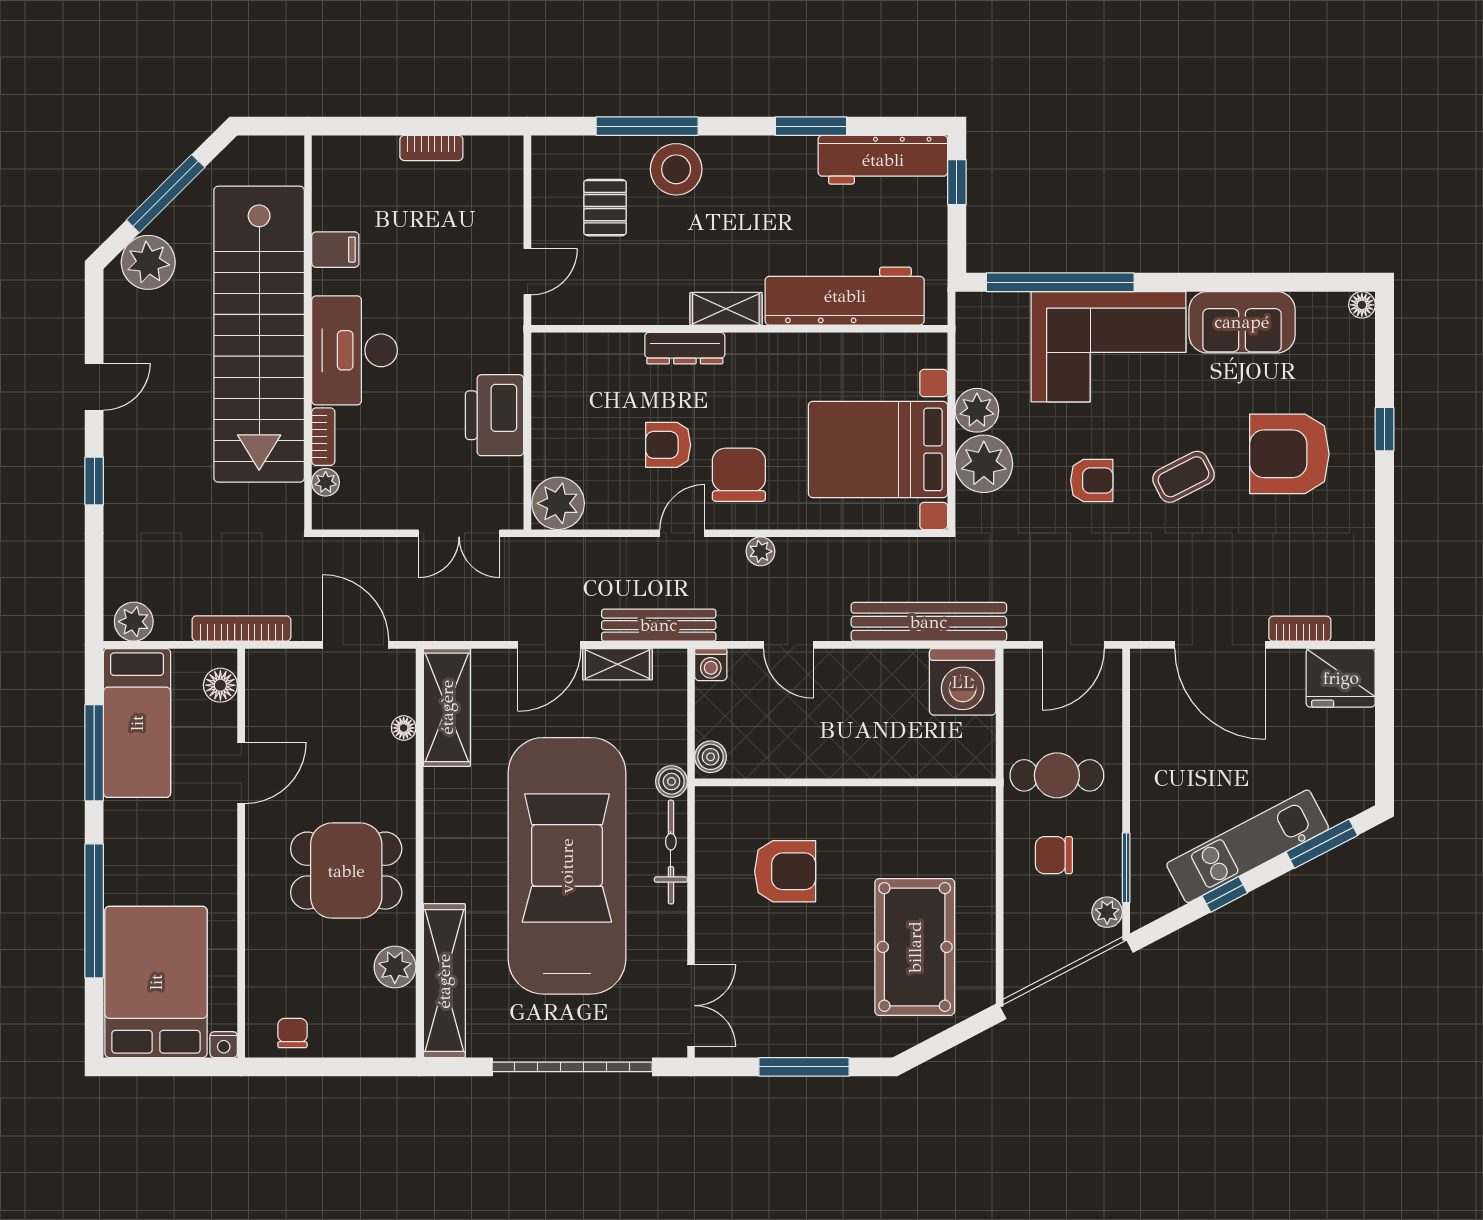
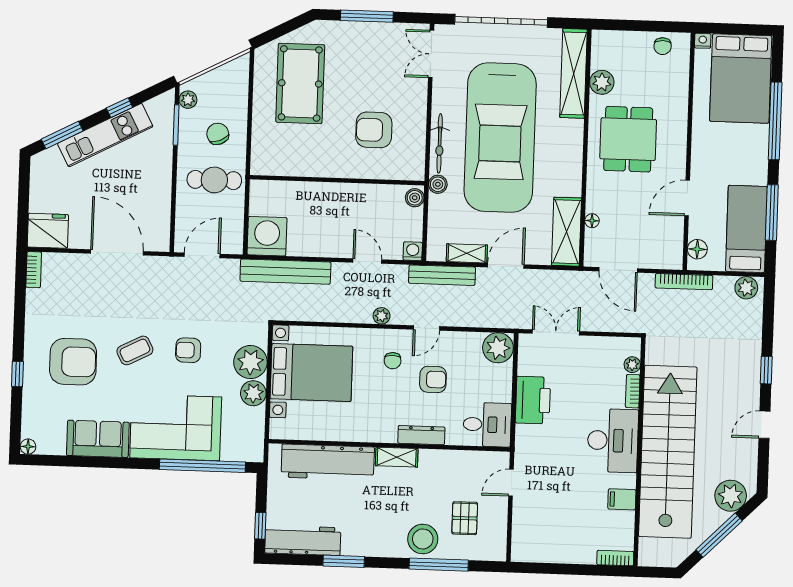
bookcase: (431, 148) -> (615, 558), moved
desk: (572, 370) -> (487, 425), added
chair: (739, 475) -> (393, 361), width x0.54, depth x0.54
bookcase: (1300, 629) -> (34, 270), moved, turned -90
chair: (1054, 855) -> (218, 134), turned -112
dining table: (346, 871) -> (628, 139), turned 90

